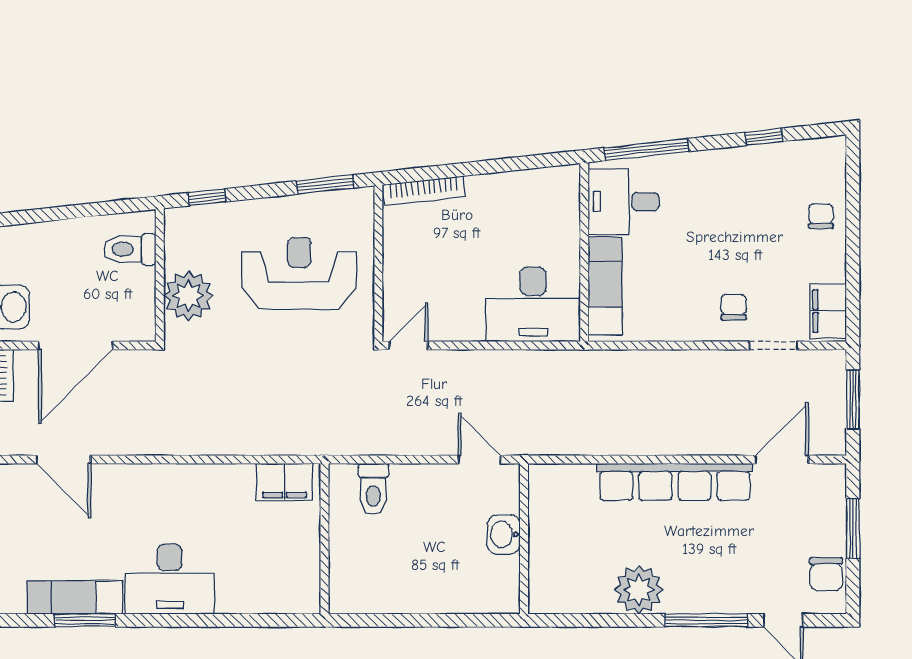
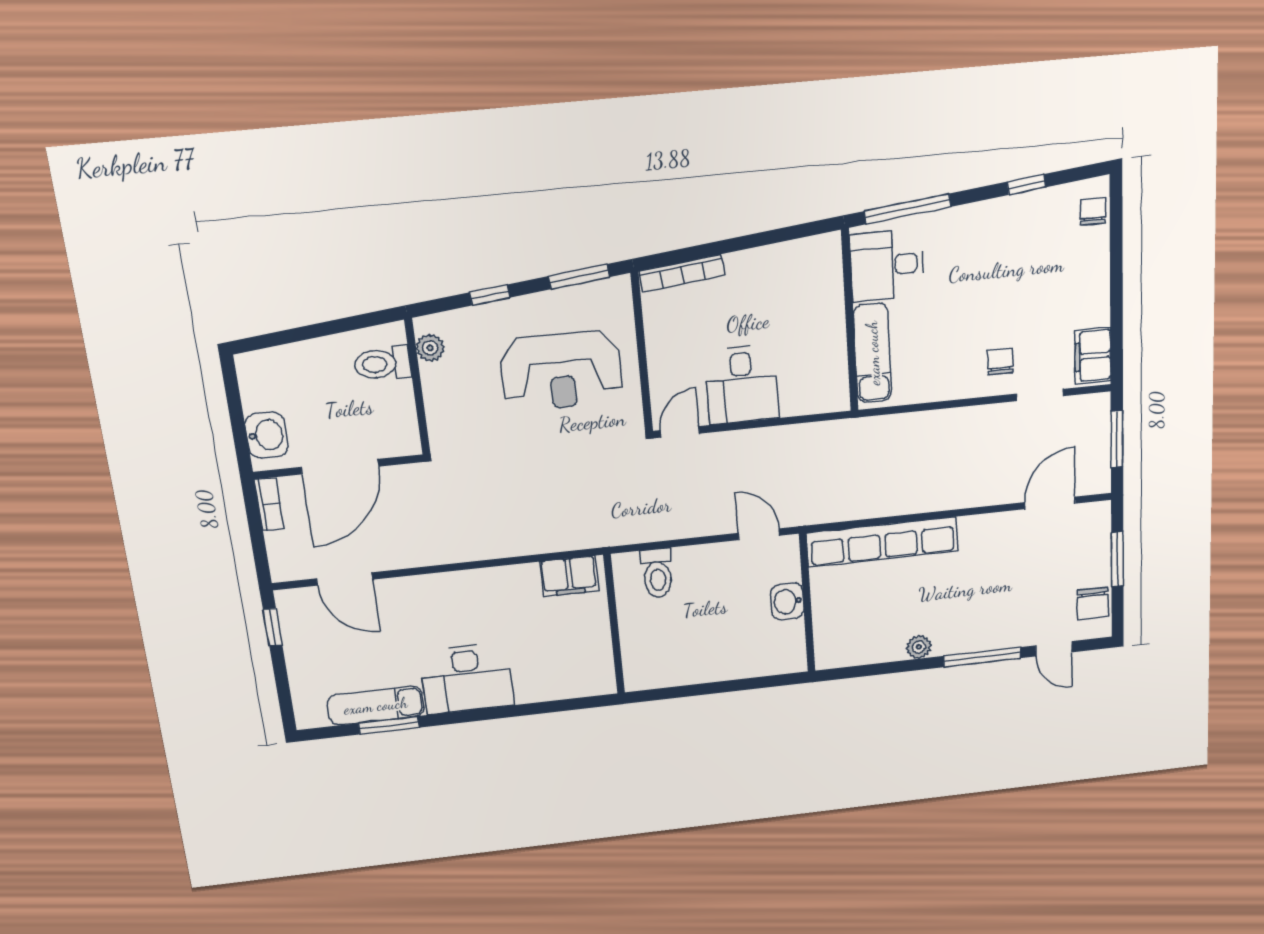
window: (207, 197) -> (490, 295), moved
chair: (821, 216) -> (1093, 211), moved
reception desk: (299, 273) -> (562, 371), turned 180
plant: (189, 296) -> (430, 348), moved, width x0.53, depth x0.53
desk: (533, 304) -> (742, 385), moved, width x0.73
row of seats: (675, 482) -> (883, 542), moved
plant: (639, 590) -> (919, 647), width x0.53, depth x0.53

